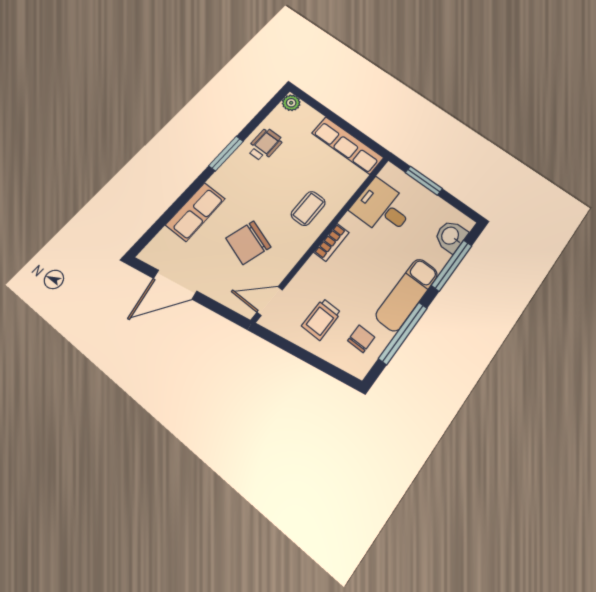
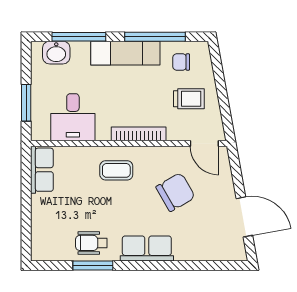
plant: (291, 103) -> (39, 252), removed
row of seats: (347, 145) -> (42, 170), width x0.68
window: (226, 153) -> (93, 266), moved
row of seats: (195, 212) -> (147, 249), moved
bookcase: (331, 242) -> (139, 134), width x1.56
chair: (248, 243) -> (176, 192), turned -48

